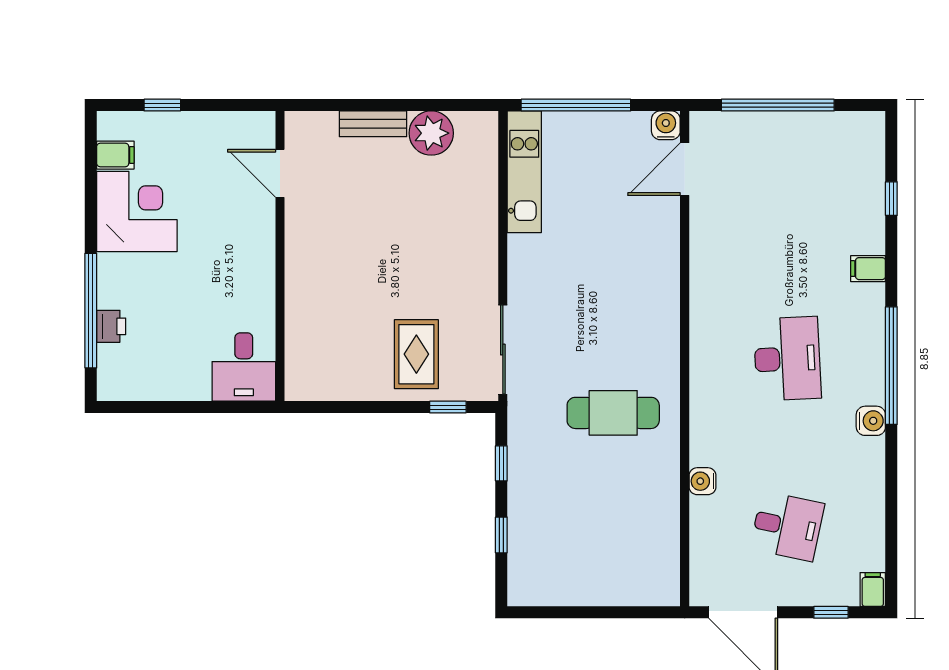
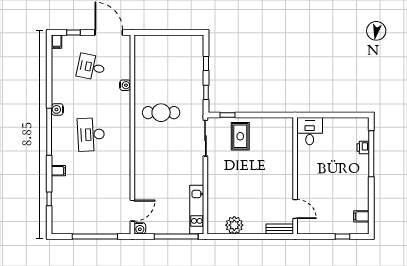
bench: (373, 124) -> (280, 229), moved
corner desk: (137, 212) -> (353, 194), removed

